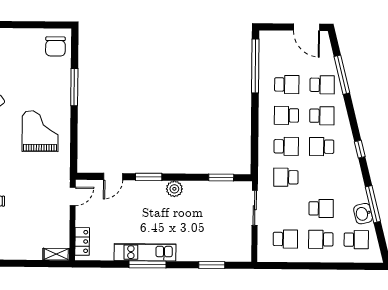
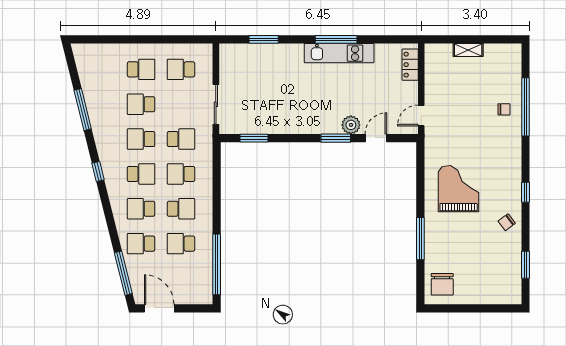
chair: (55, 46) -> (442, 284), turned 180
window: (342, 75) -> (123, 273), moved
grand piano: (40, 131) -> (459, 189), turned 180
plant: (174, 189) -> (351, 125), moved
washbasin: (363, 214) -> (94, 99), removed
school desk: (356, 240) -> (141, 139), moved
shelving: (56, 254) -> (468, 50), moved

